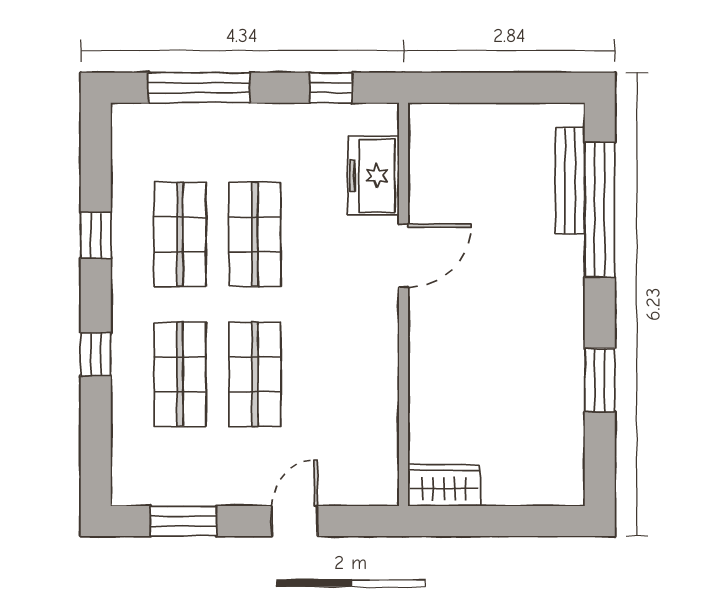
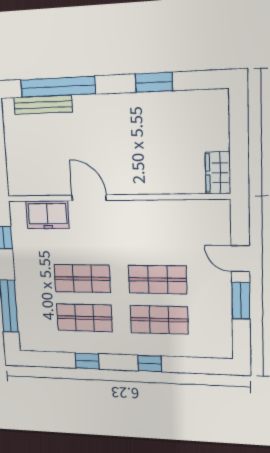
window: (184, 521) -> (241, 301), moved

